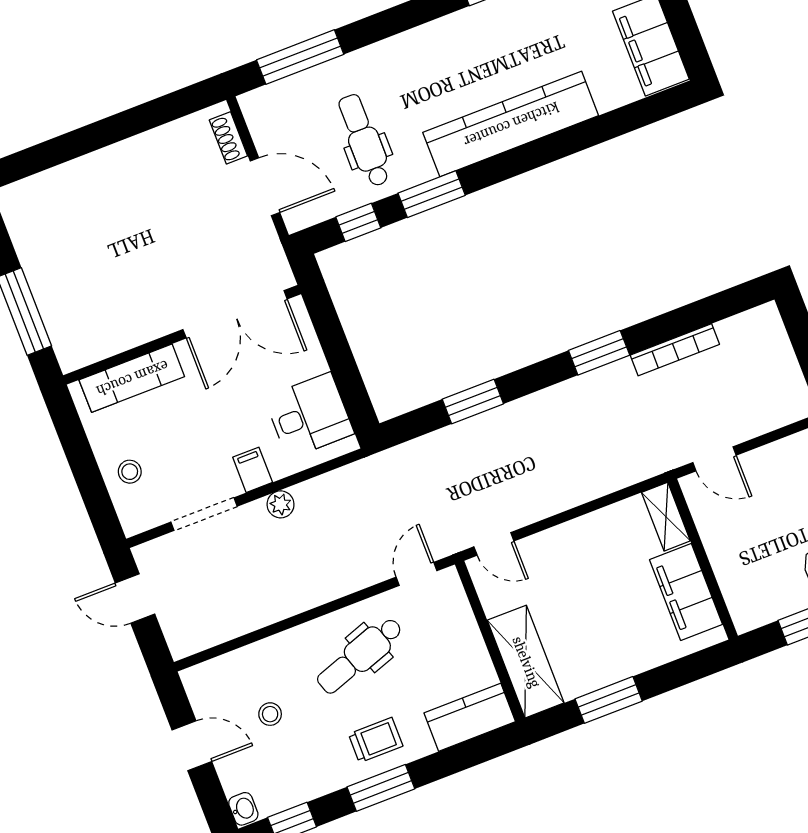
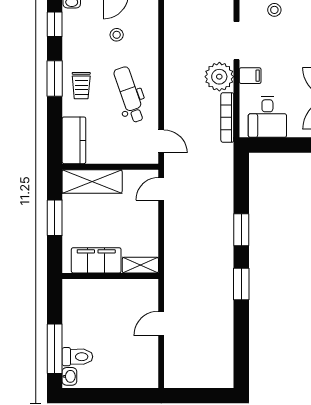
bookcase: (675, 350) -> (227, 117), moved
window: (473, 402) -> (241, 230), moved
plant: (281, 504) -> (219, 77), width x1.87, depth x1.87
shelving: (666, 517) -> (140, 265), moved
wall: (703, 559) -> (110, 276), moved
filing cabinet: (686, 592) -> (96, 260), moved

